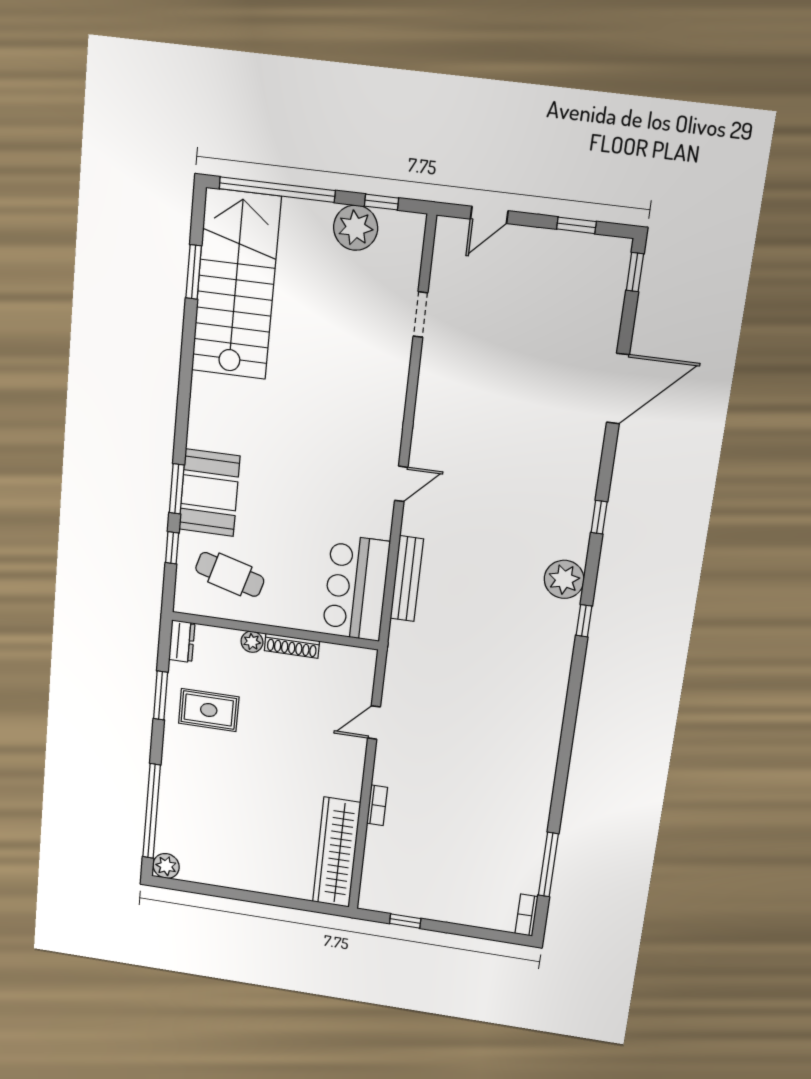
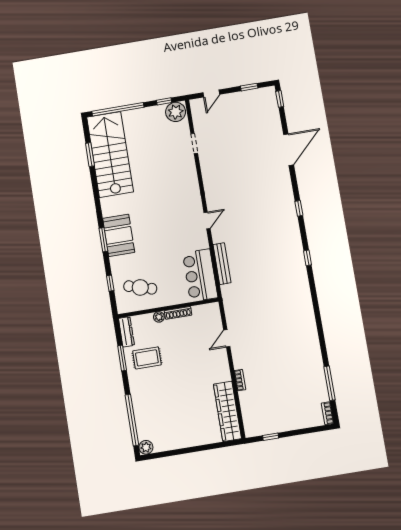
plant: (356, 228) -> (176, 112), moved
window: (177, 489) -> (103, 240), moved
booth: (209, 493) -> (119, 235), moved
plant: (564, 579) -> (293, 241), removed
dresser: (182, 641) -> (126, 332), width x1.44

